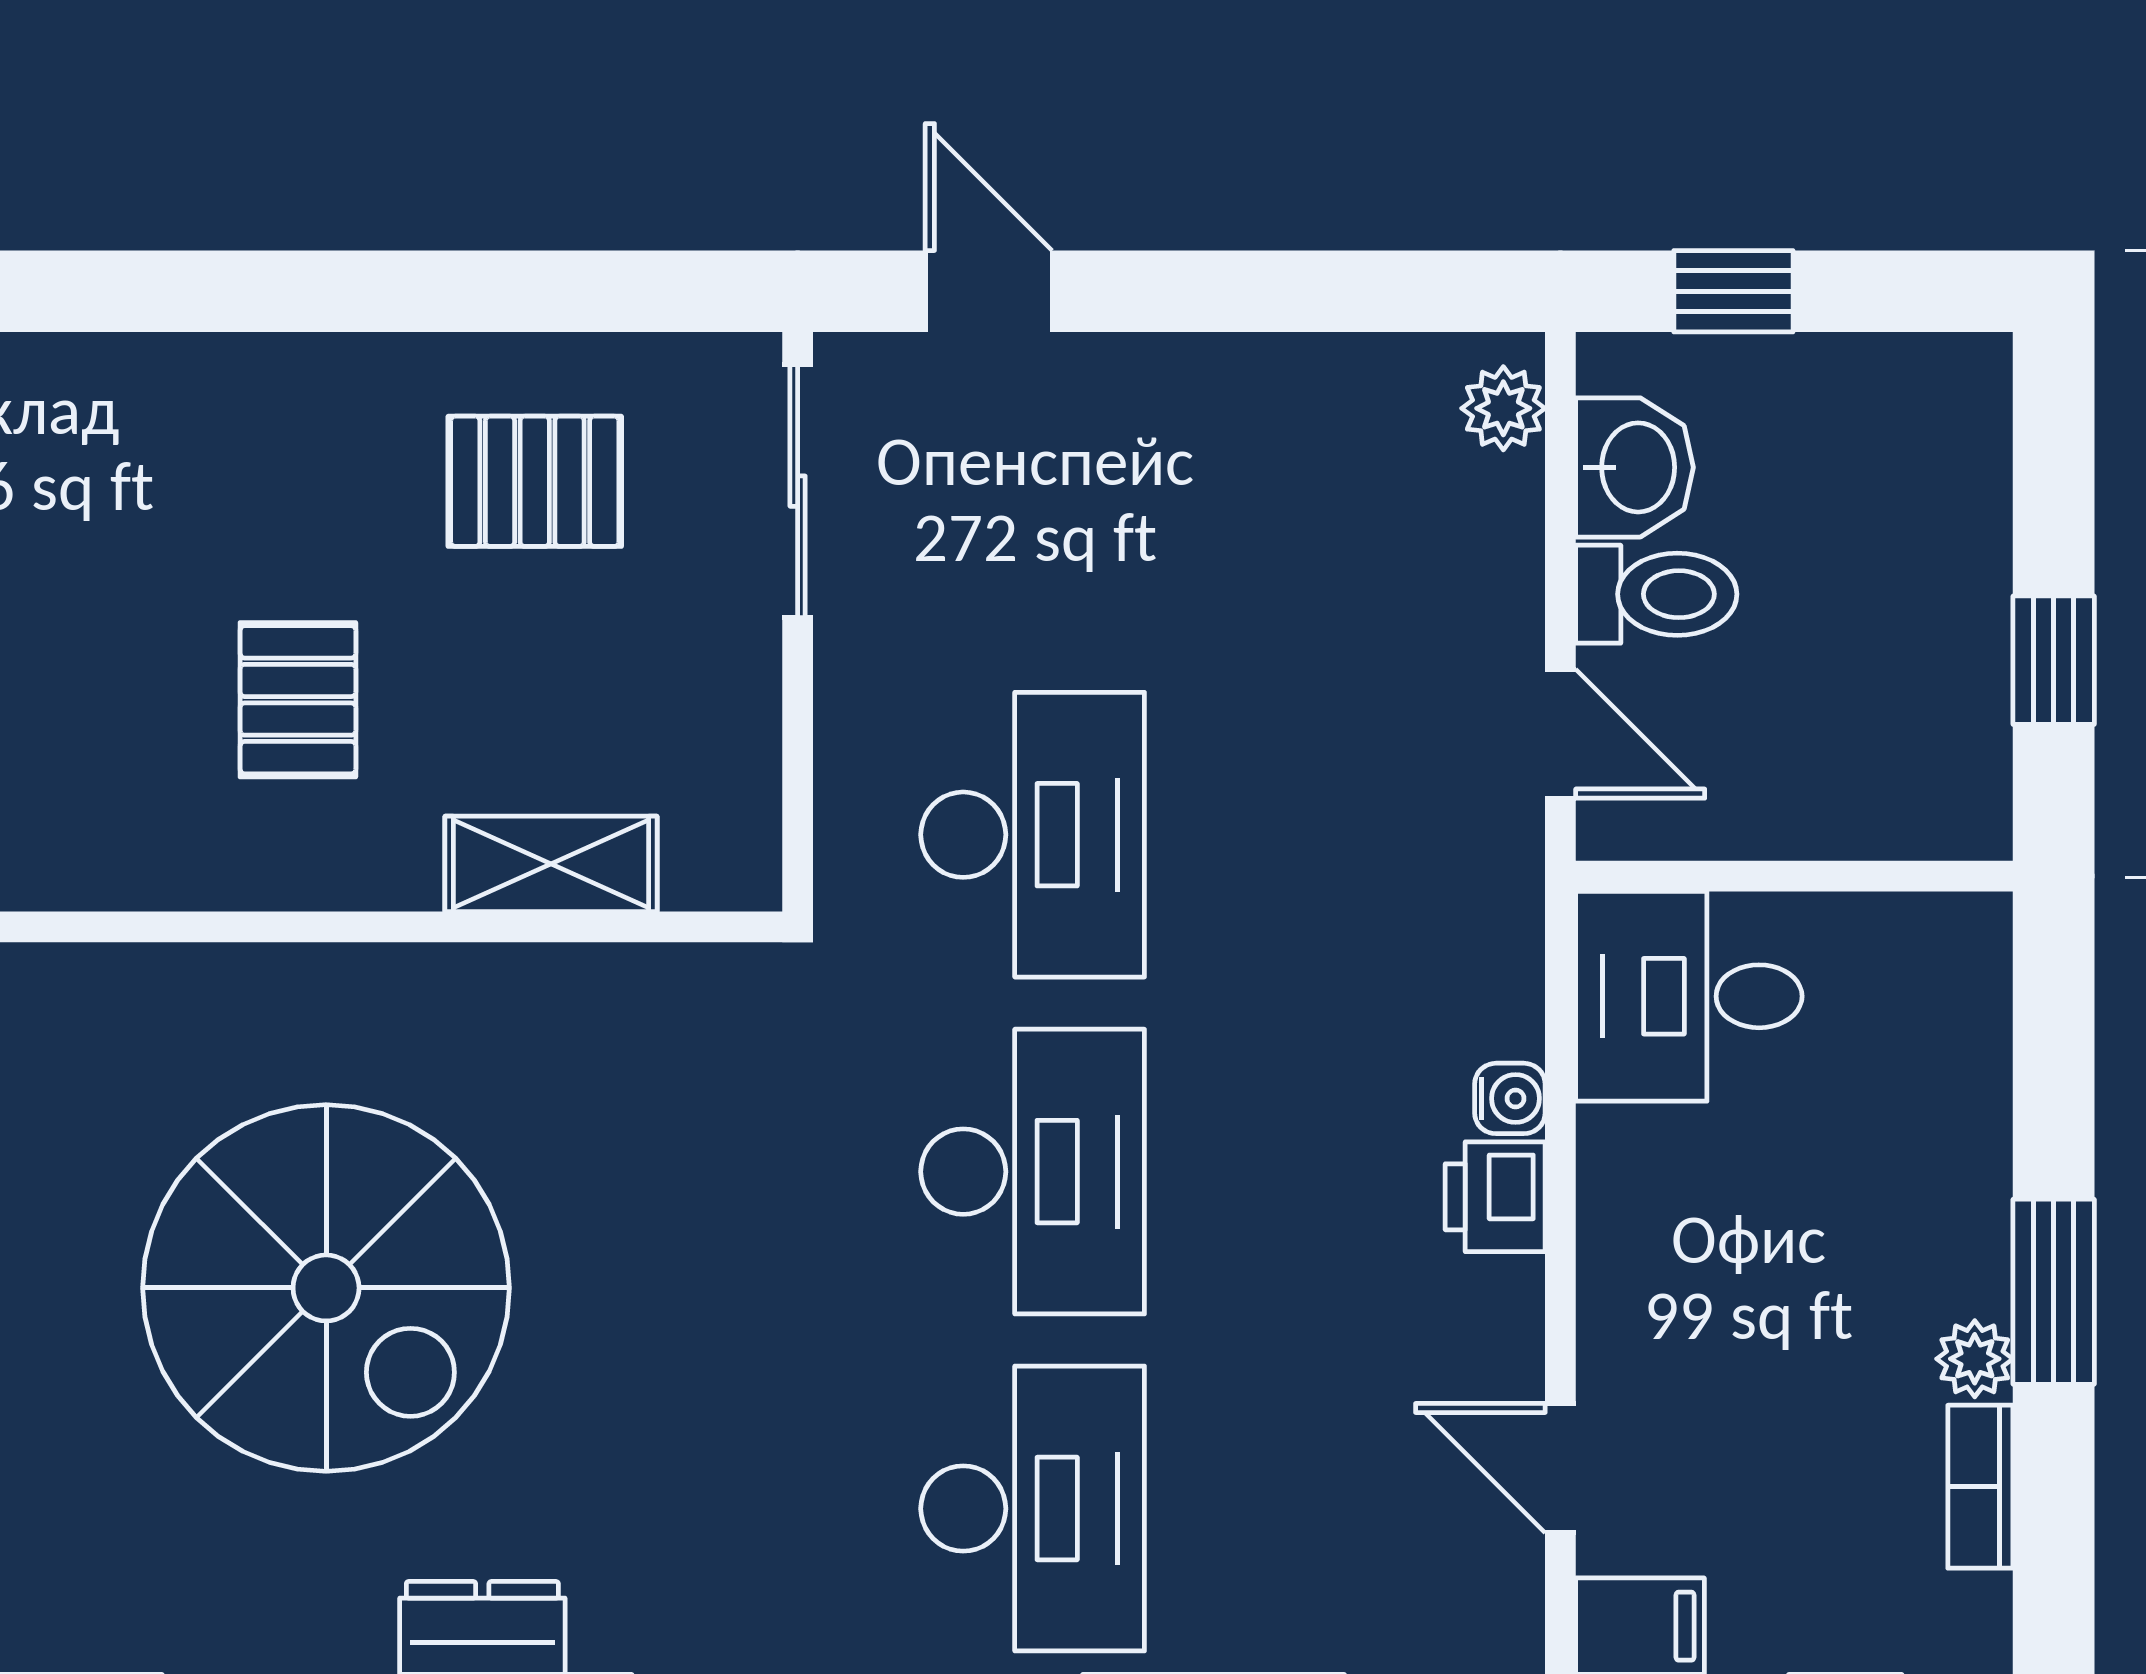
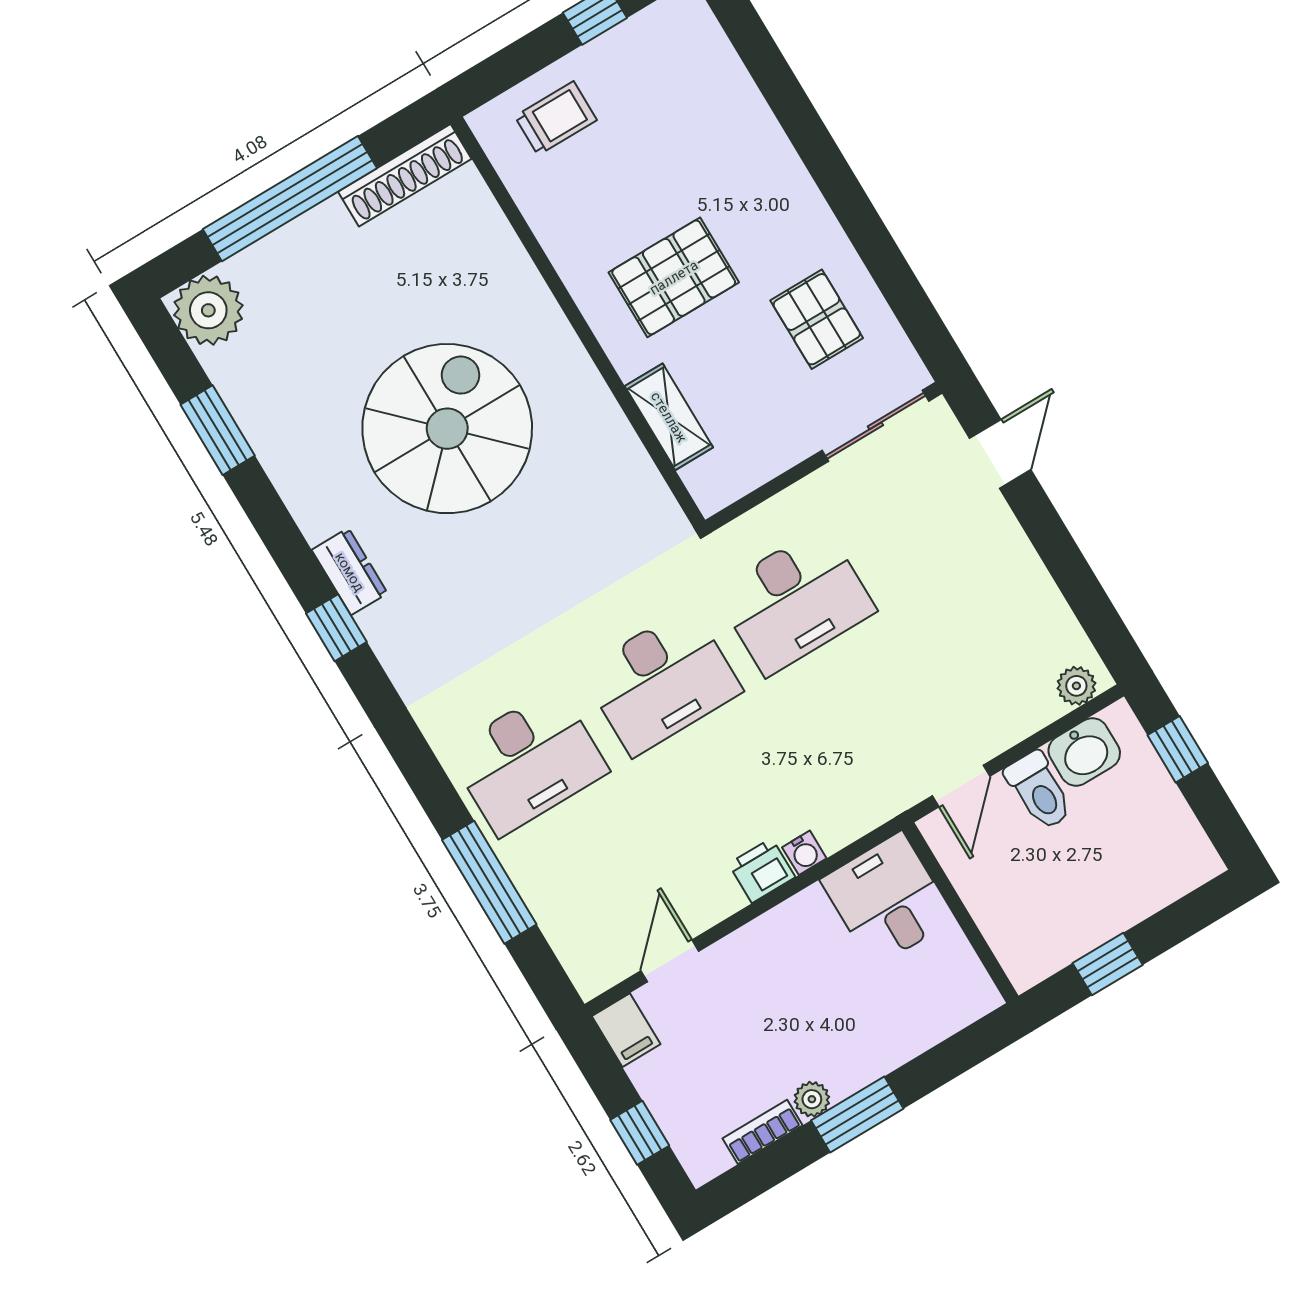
pallet: (298, 700) -> (674, 277), width x1.50, depth x1.42
spiral stairs: (326, 1288) -> (447, 429), turned 180

